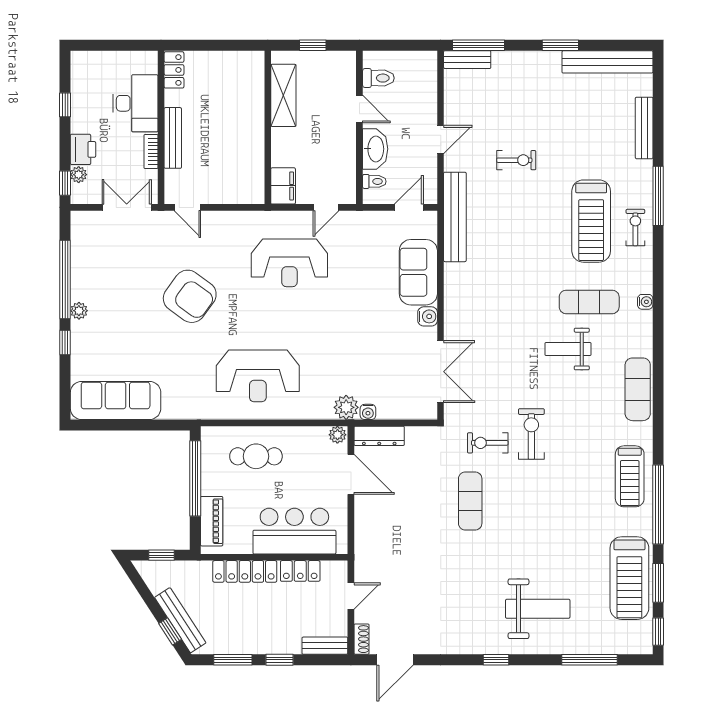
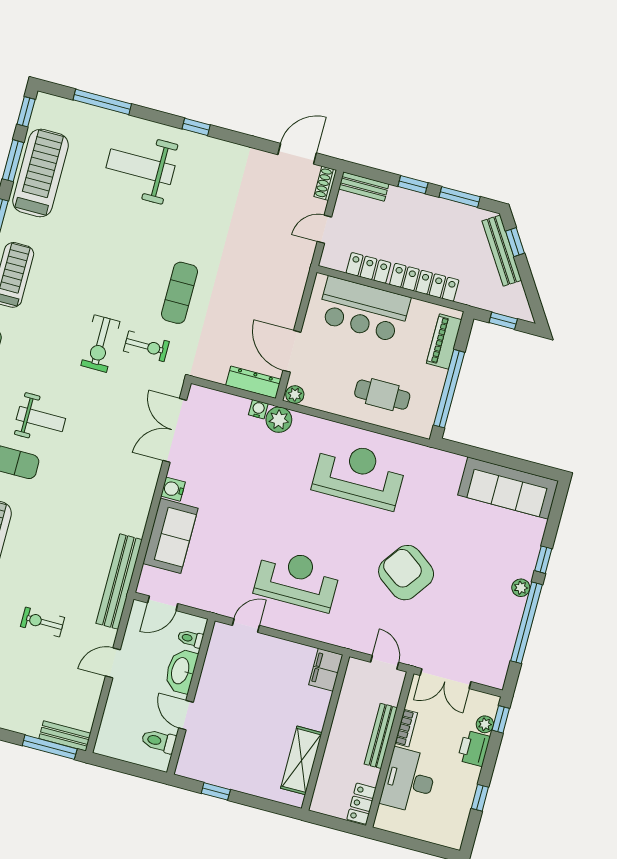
shelving: (283, 95) -> (301, 760), moved
wall: (268, 127) -> (326, 732), moved
filing cabinet: (283, 186) -> (326, 670), moved

